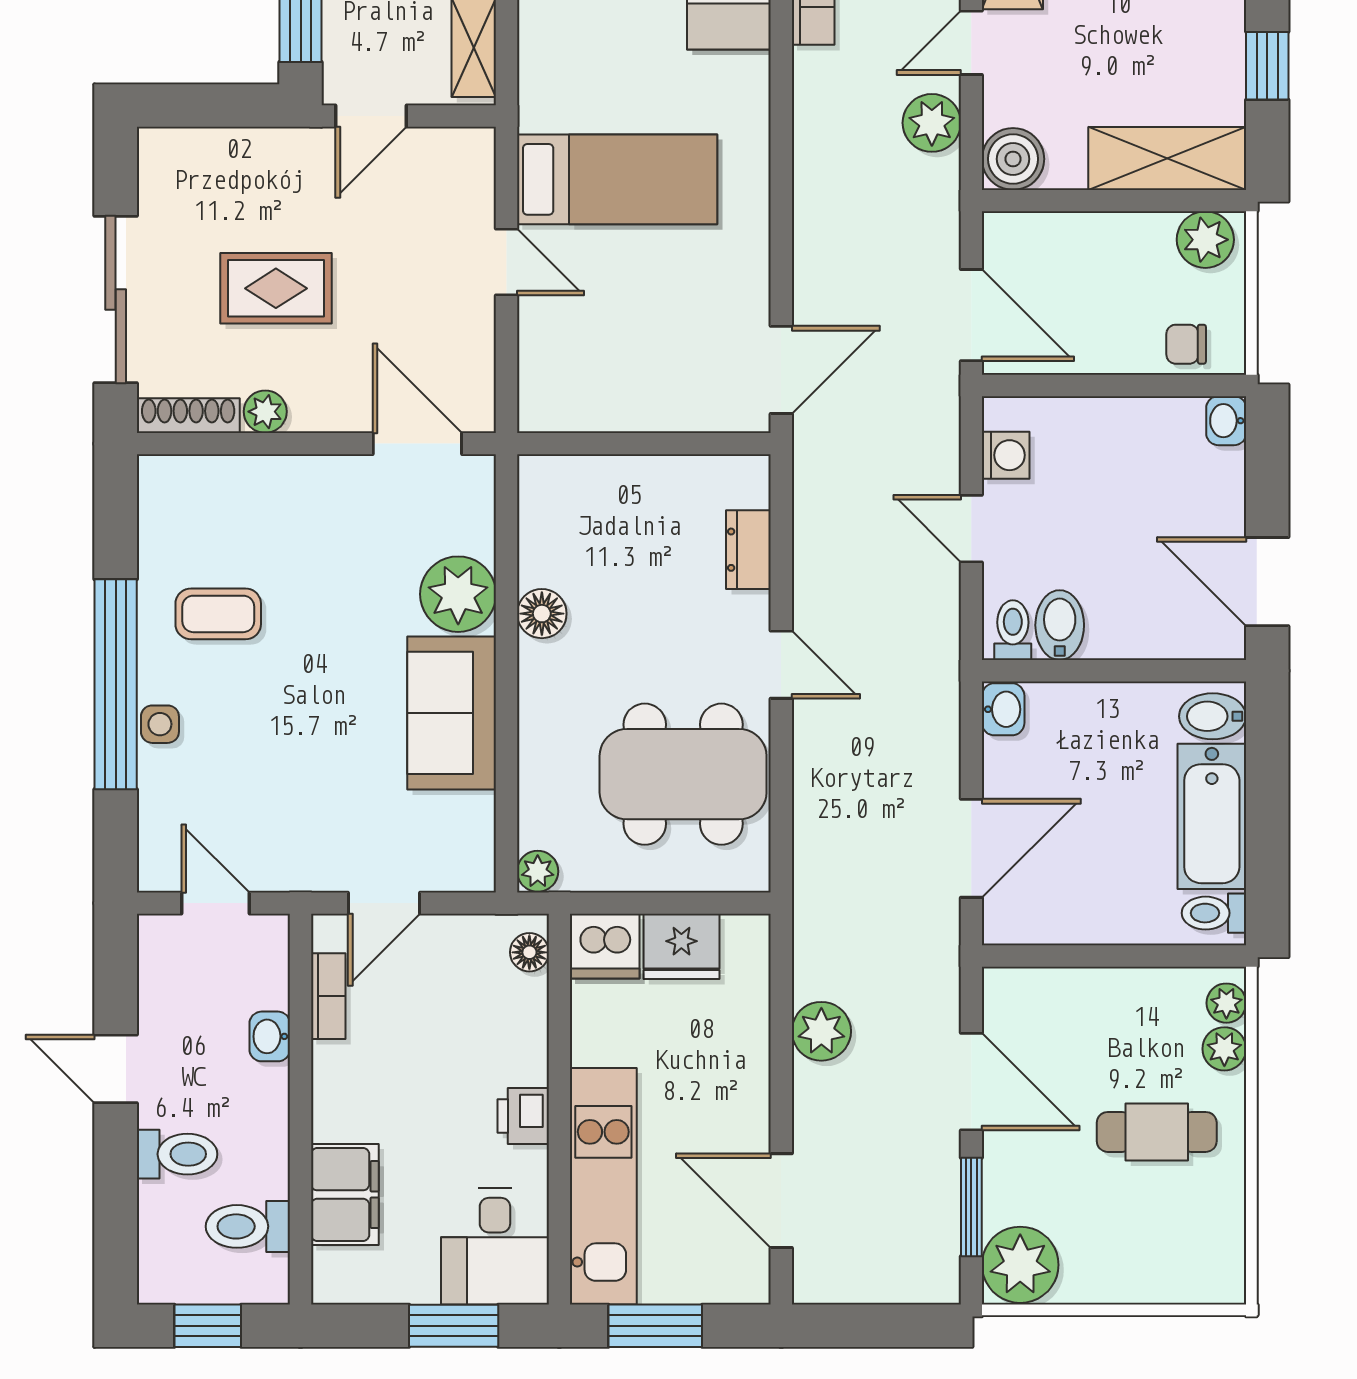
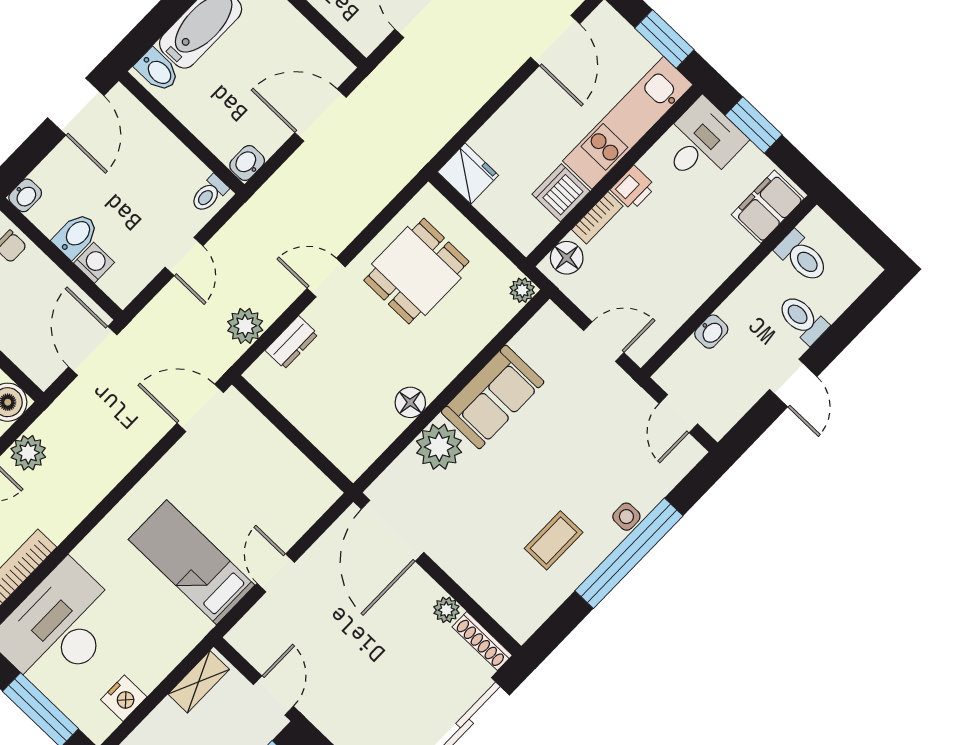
door: (371, 116) -> (273, 695), hinge flipped
rug: (276, 288) -> (389, 660), removed
door: (417, 444) -> (393, 531), width x1.36
washing machine: (1006, 455) -> (94, 263), moved, turned 90
coffee table: (218, 614) -> (554, 540), turned 90
bidet: (1060, 625) -> (76, 235), moved, turned 180
door: (781, 665) -> (326, 278), hinge flipped
dining table: (683, 774) -> (416, 271), width x0.73
dishwasher: (605, 946) -> (561, 193), moved, turned -90
fridge: (681, 946) -> (468, 174), moved
floor lamp: (529, 952) -> (567, 258), width x1.37, depth x1.37
bookcase: (328, 996) -> (597, 218), moved, turned 180
plant: (821, 1031) -> (245, 326), moved
filing cabinet: (345, 1195) -> (768, 207), moved
window: (208, 1326) -> (862, 230), removed

